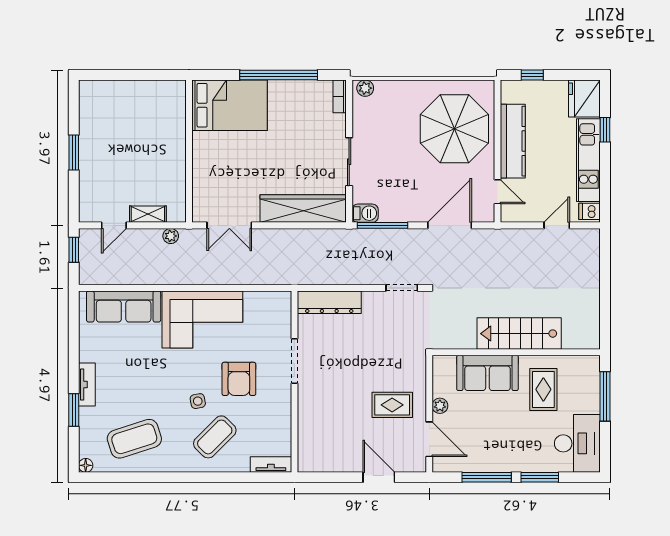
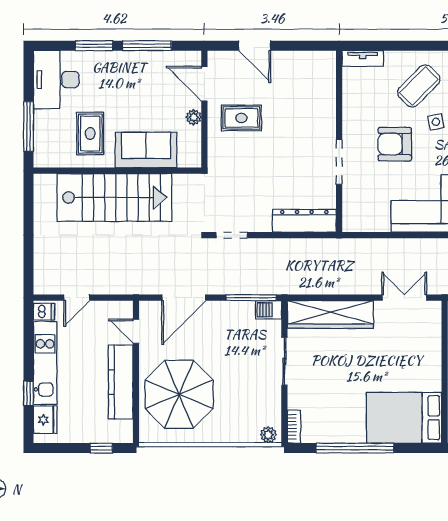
fridge: (584, 98) -> (45, 420), width x0.73, depth x0.75
stairs: (519, 334) -> (114, 197), width x1.36, depth x1.51
armchair: (239, 379) -> (395, 144), turned -90

